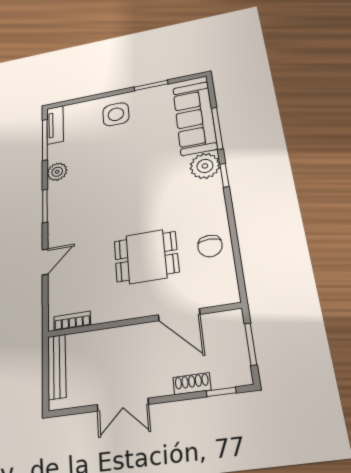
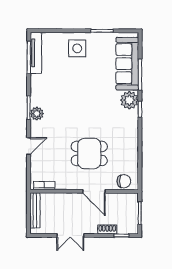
tv unit: (55, 125) -> (36, 53), width x1.41
plant: (57, 172) -> (37, 114), moved
chair: (210, 246) -> (124, 181), moved, turned -90
door: (179, 315) -> (94, 191), moved

